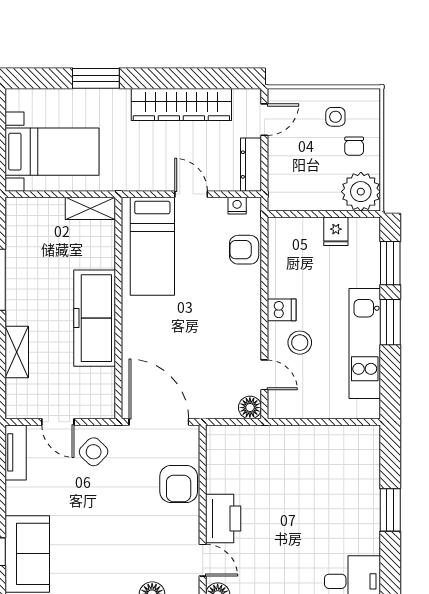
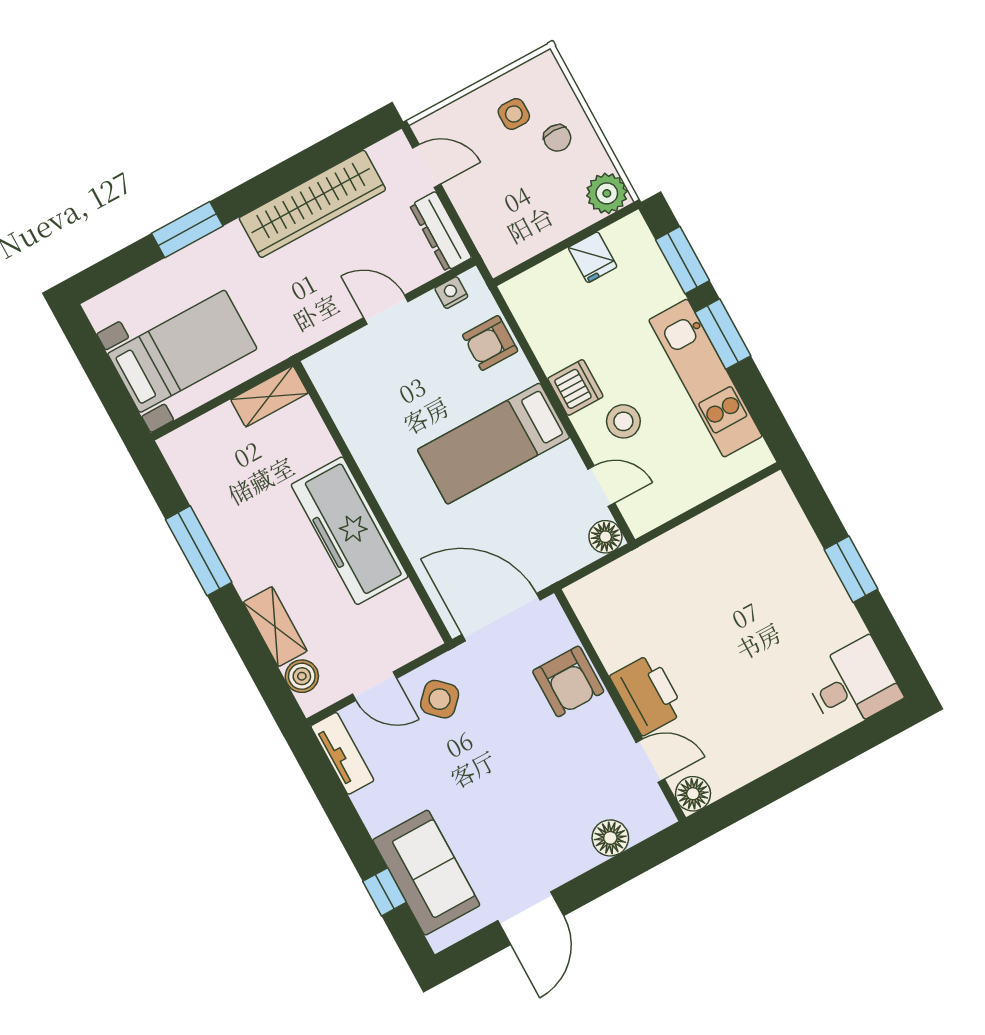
door: (264, 120) -> (427, 166), hinge flipped
plant: (361, 192) -> (607, 193), width x0.73, depth x0.73
bed: (152, 246) -> (493, 444), moved, turned 90
dishwasher: (282, 310) -> (575, 387), width x1.38
boiler: (17, 391) -> (302, 676), added

